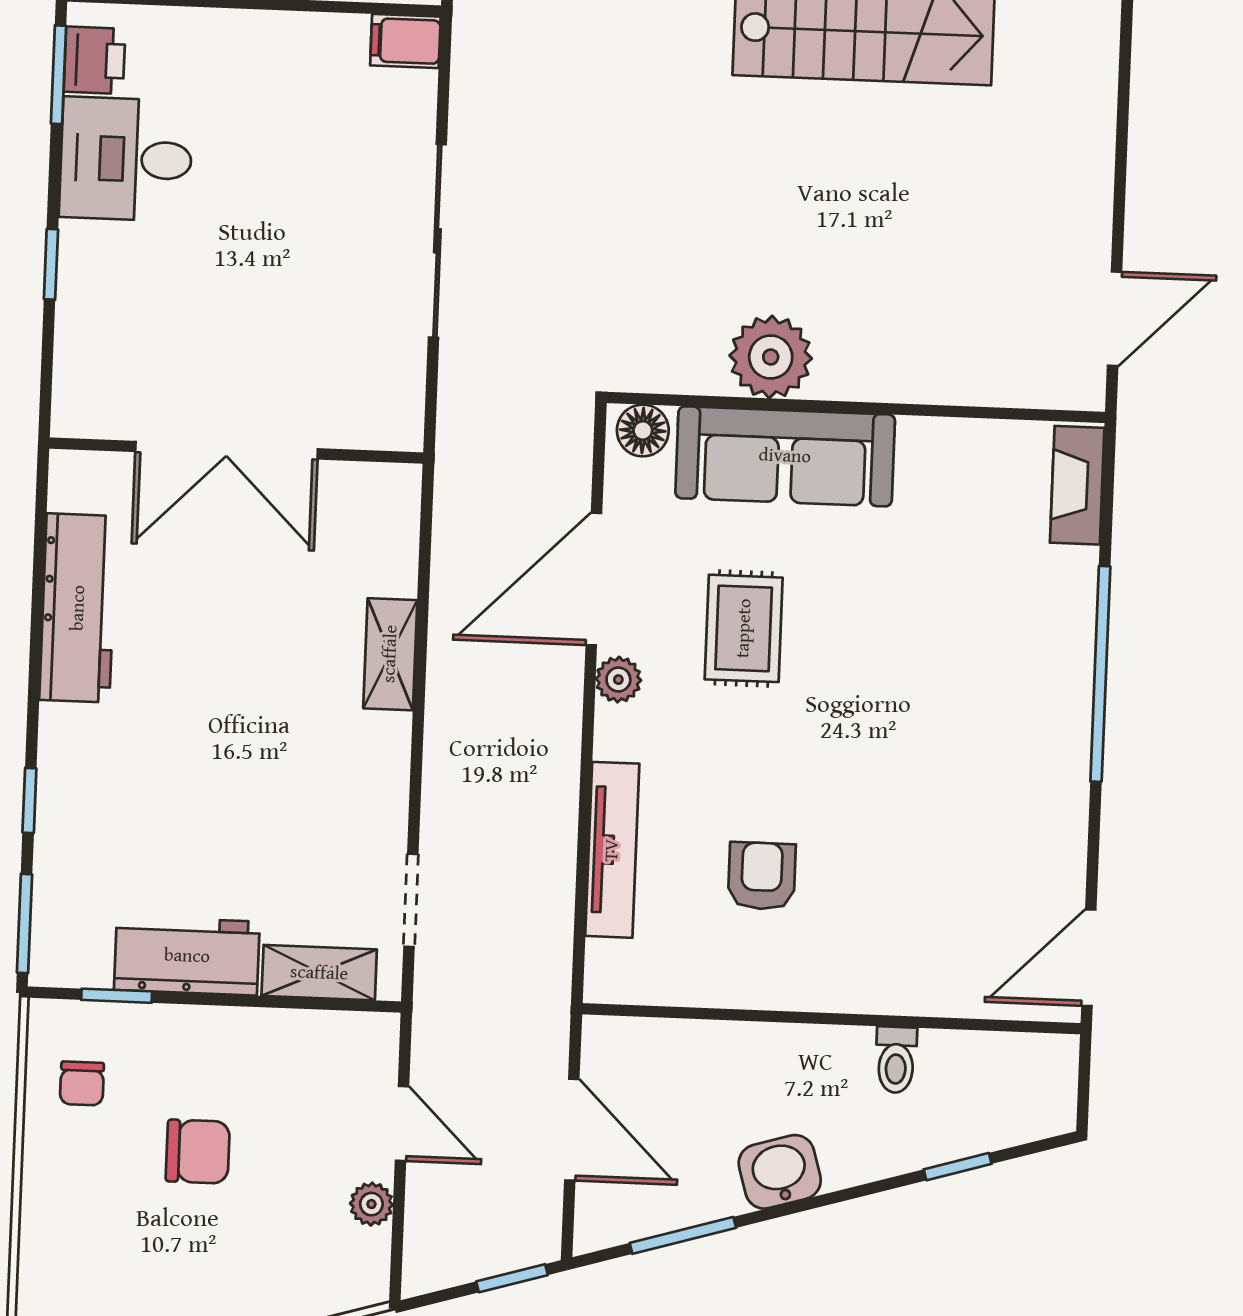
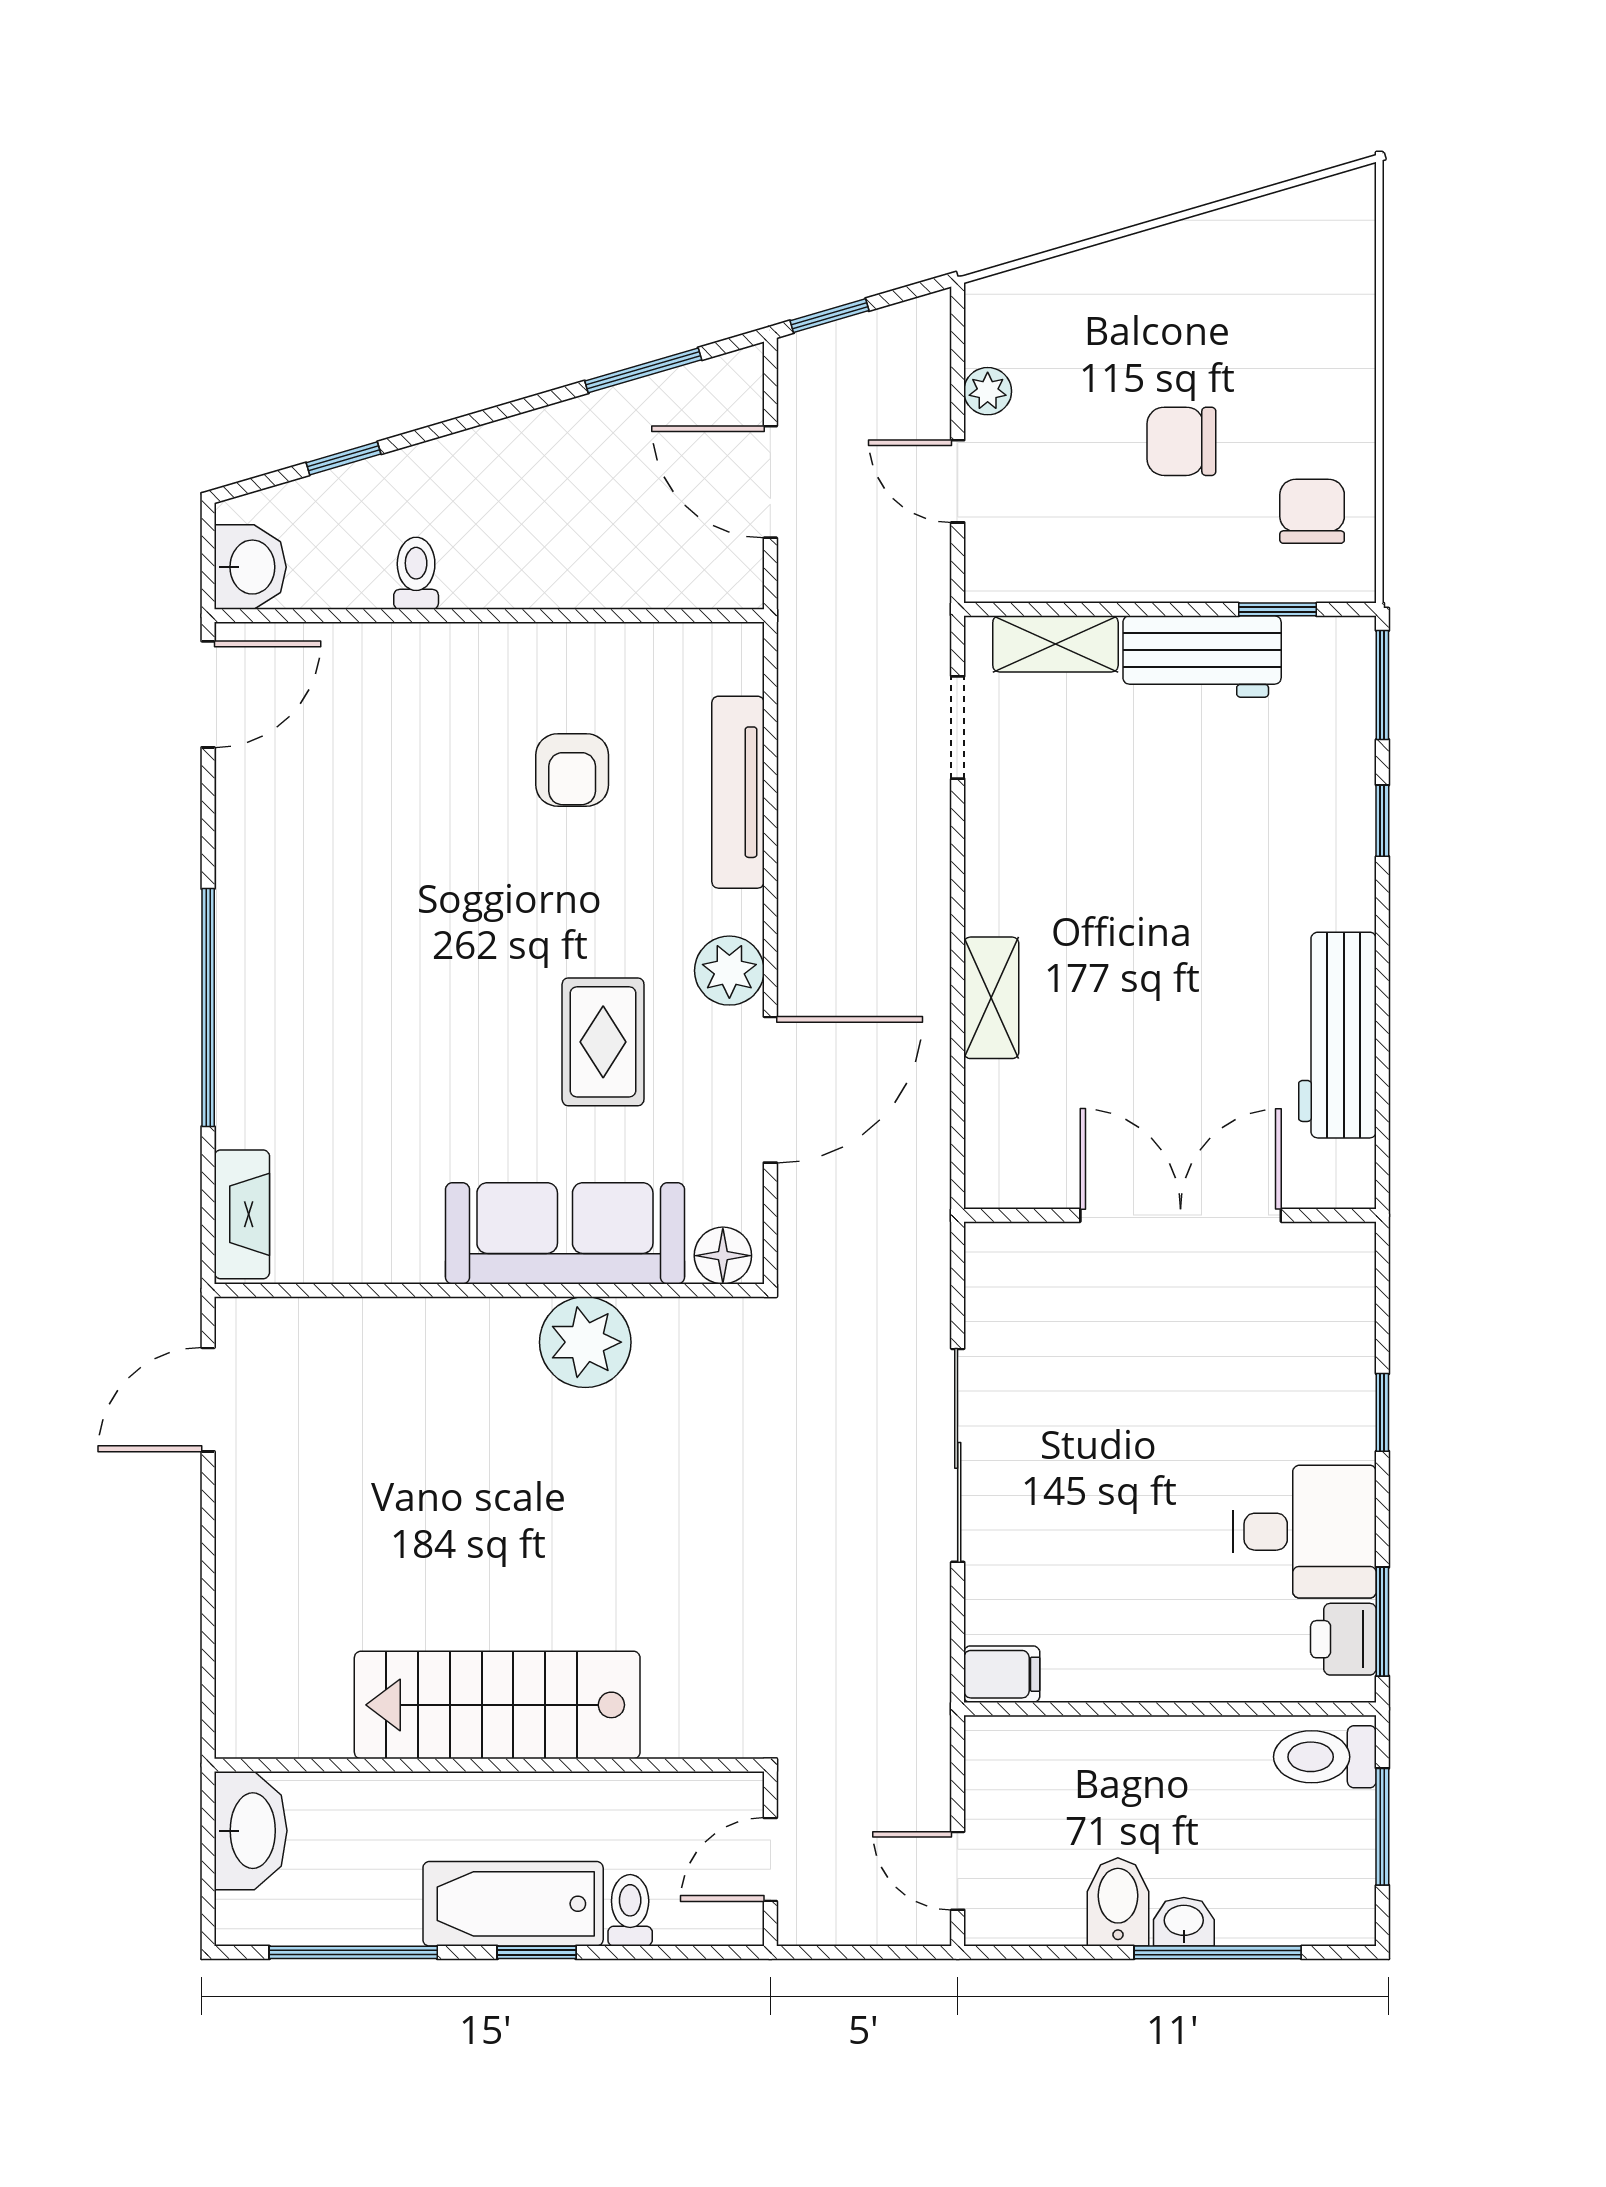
plant: (618, 680) -> (729, 971), width x1.38, depth x1.38
chair: (82, 1083) -> (1312, 511), width x1.37, depth x1.37
washbasin: (780, 1172) -> (250, 567), moved, turned -74

